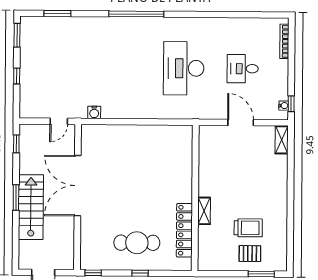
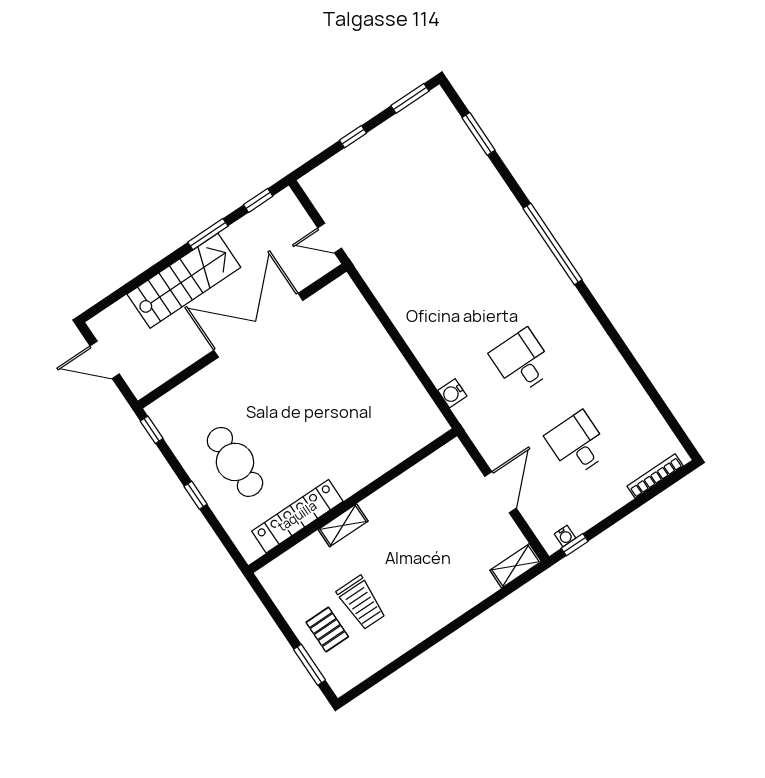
desk: (184, 68) -> (522, 361), width x0.53, depth x0.77
water cooler: (94, 112) -> (452, 393), moved
window: (16, 198) -> (208, 234), moved

